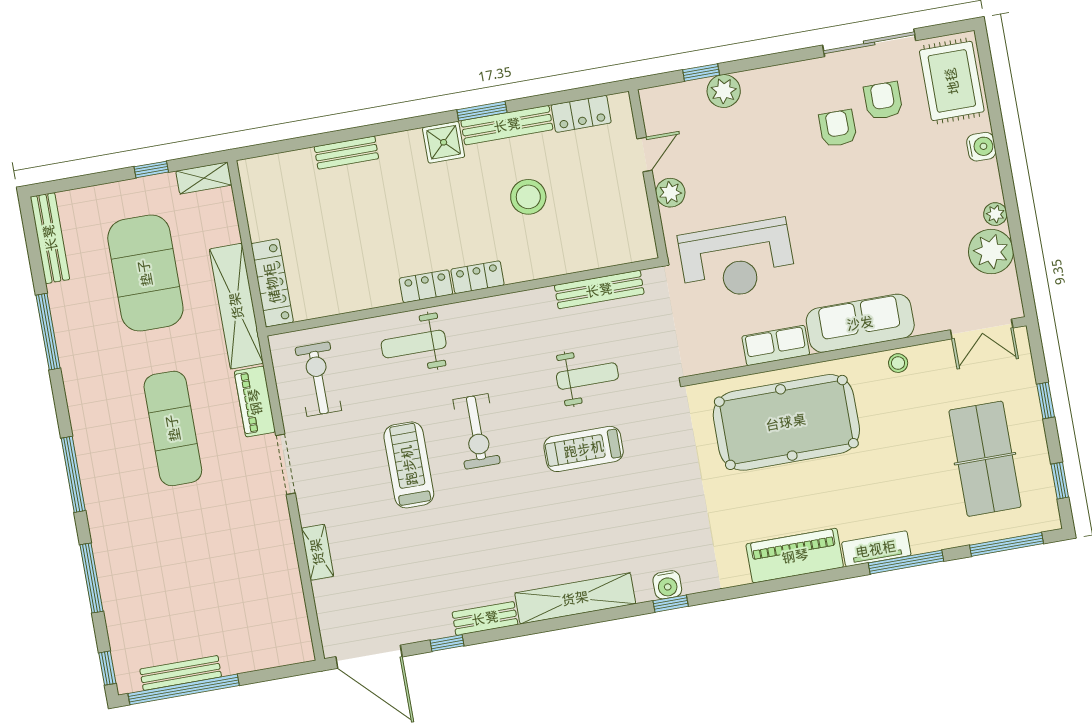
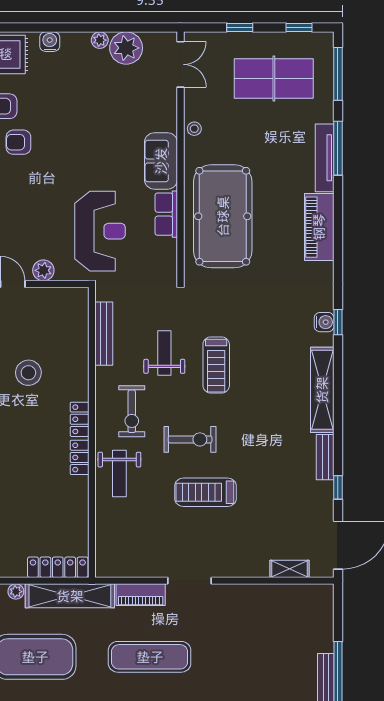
plant: (229, 232) -> (16, 592), added
sofa: (860, 323) -> (161, 161), width x0.73
exercise bike: (318, 379) -> (132, 411), moved, turned -90
tv unit: (876, 549) -> (325, 158), width x1.41
shelving: (317, 552) -> (290, 569), moved

